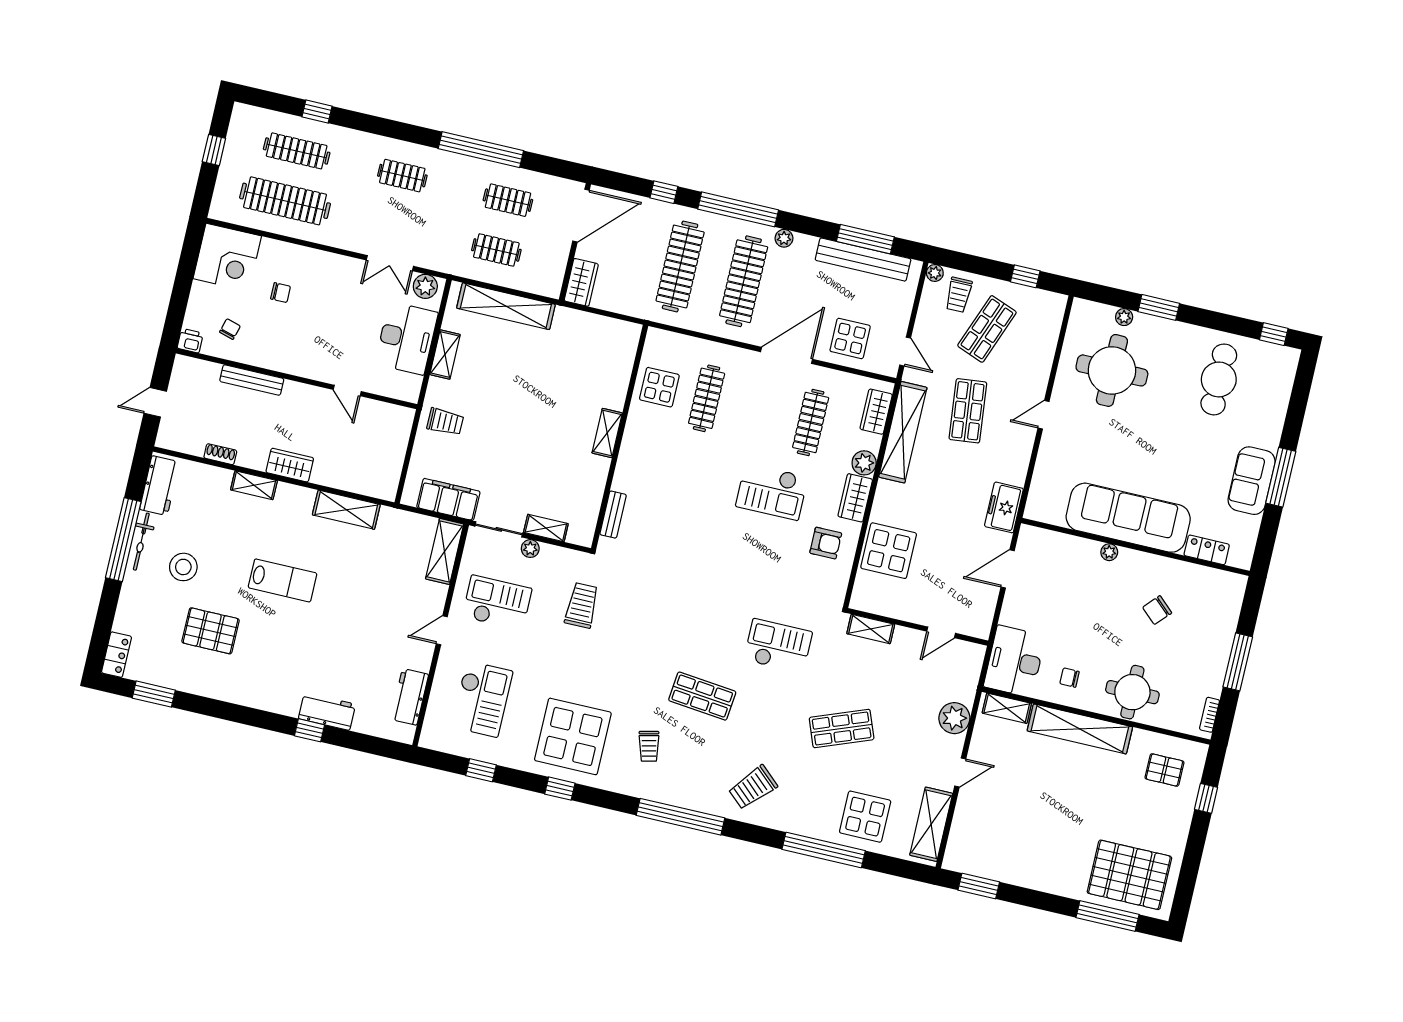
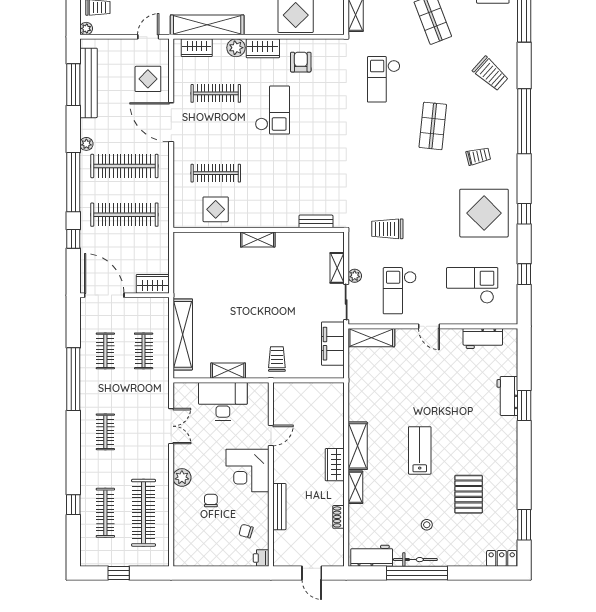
corner desk: (227, 257) -> (248, 471), moved, turned 180
plant: (425, 286) -> (182, 477), moved
shelving: (346, 510) -> (358, 446), moved
stool: (183, 567) -> (427, 525), width x0.53, depth x0.53
window: (309, 730) -> (524, 405), width x1.50

